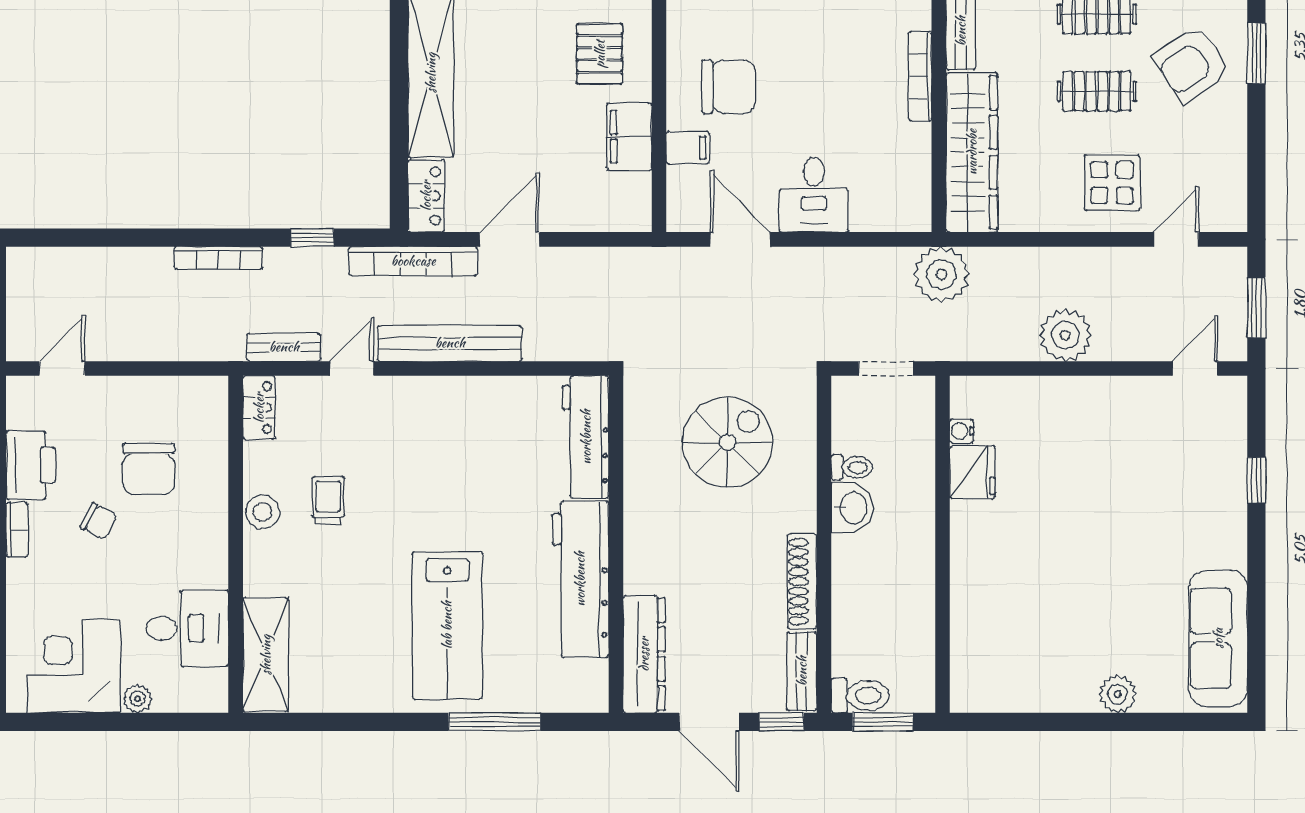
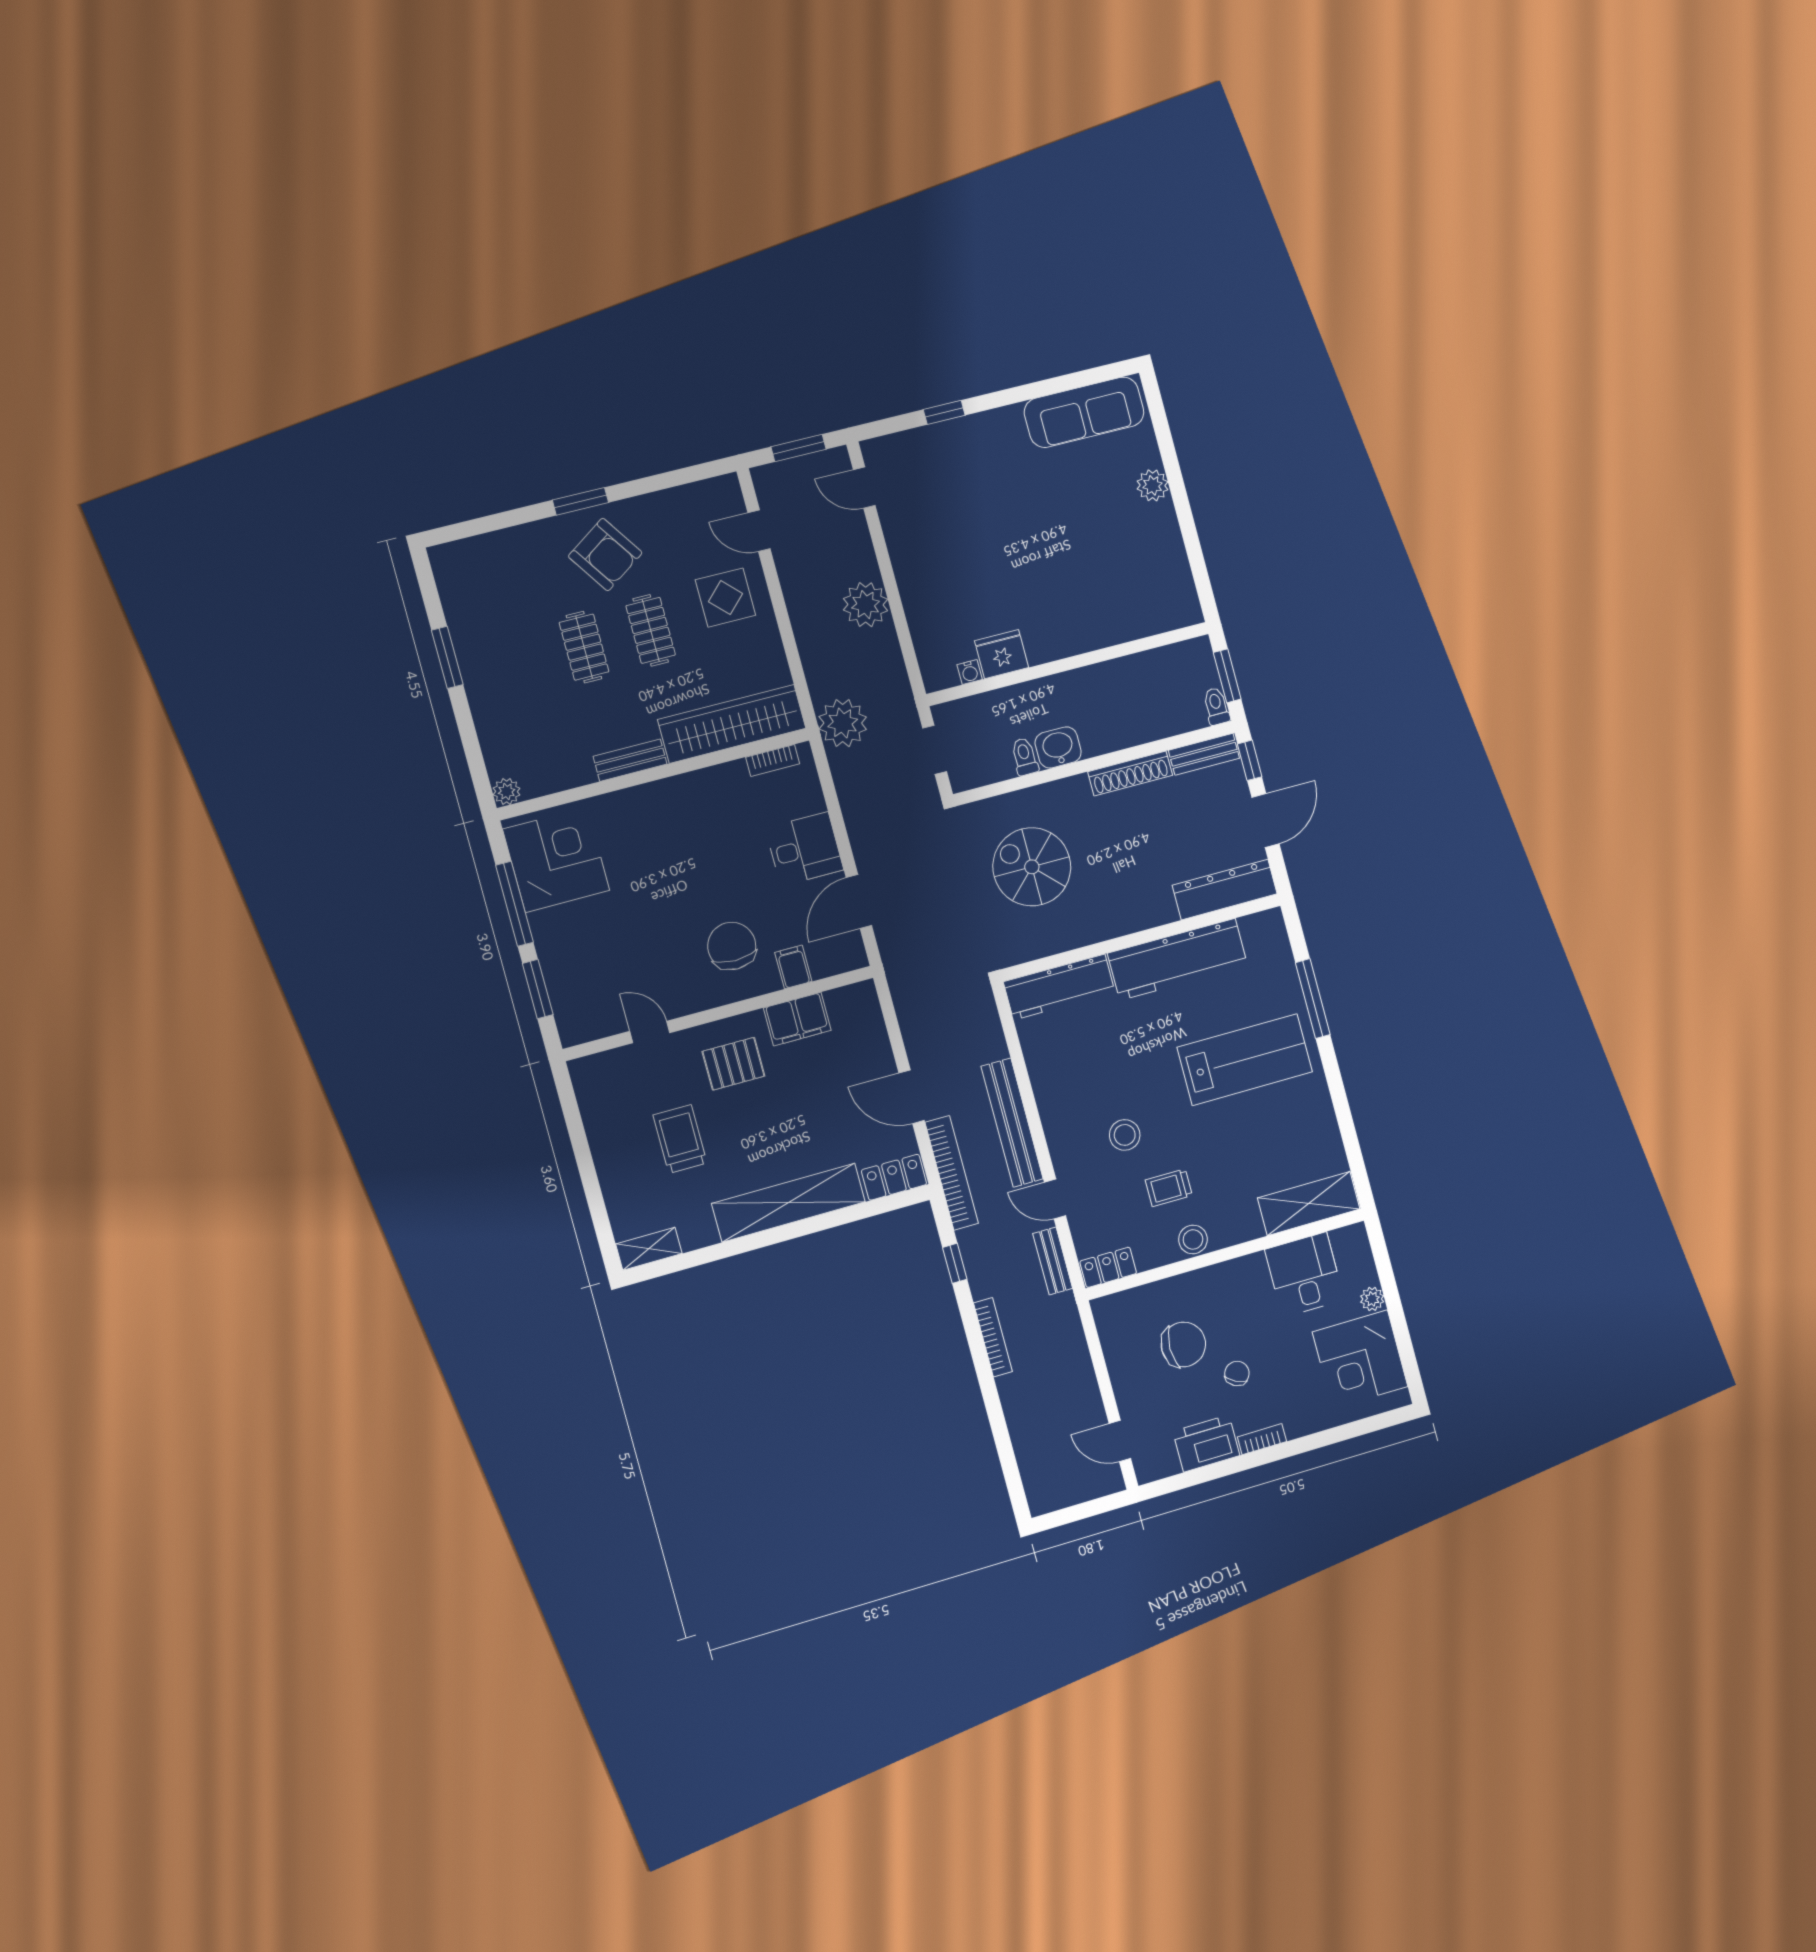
bookcase: (920, 76) -> (773, 760), moved, width x0.64
stool: (401, 466) -> (1125, 1135), added
toilet: (860, 695) -> (1216, 706), width x0.73, depth x0.72

